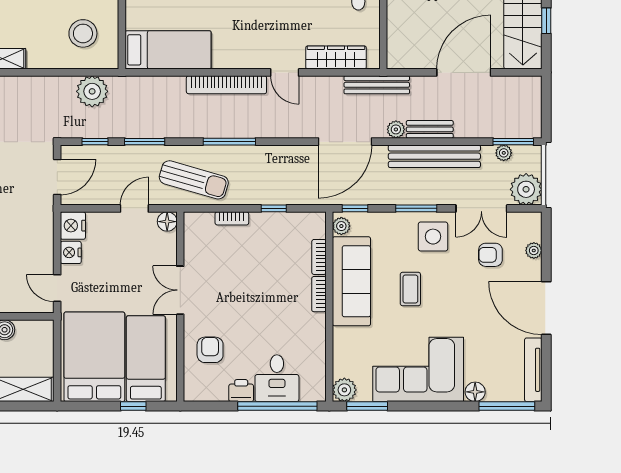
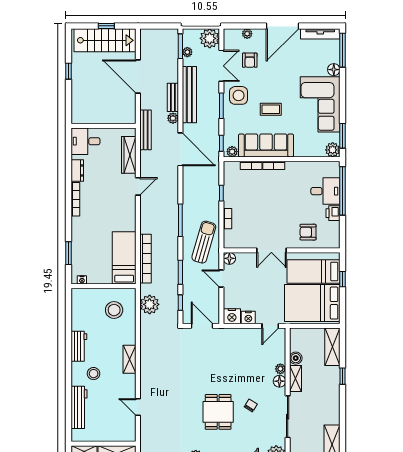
bookcase: (226, 85) -> (145, 259), moved

